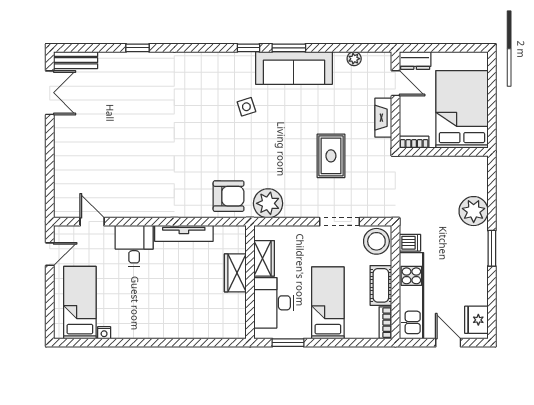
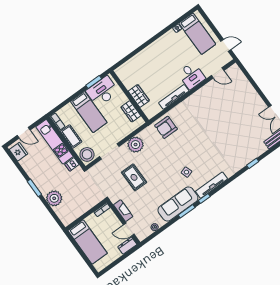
tv unit: (223, 60) -> (211, 185), added
bed: (462, 109) -> (88, 242), width x0.67
plant: (268, 203) -> (136, 145), moved
door: (50, 254) -> (226, 45), swing flipped
desk: (274, 303) -> (102, 91), moved, turned -90

